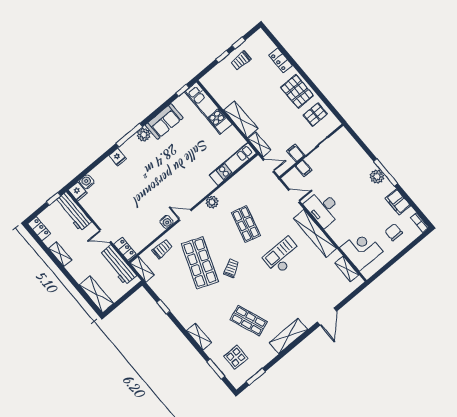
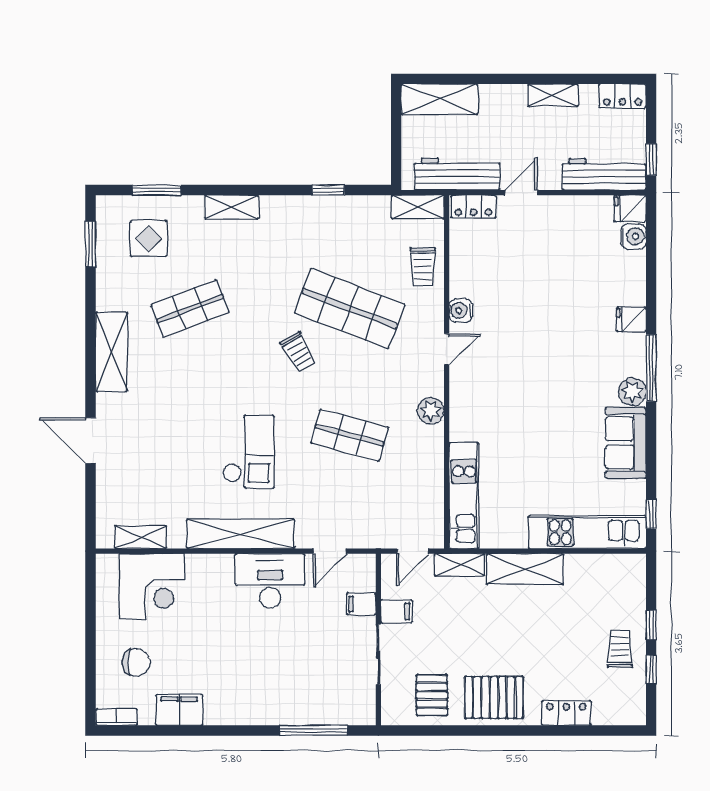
window: (386, 172) -> (313, 730), moved
plant: (377, 177) -> (248, 711), removed

